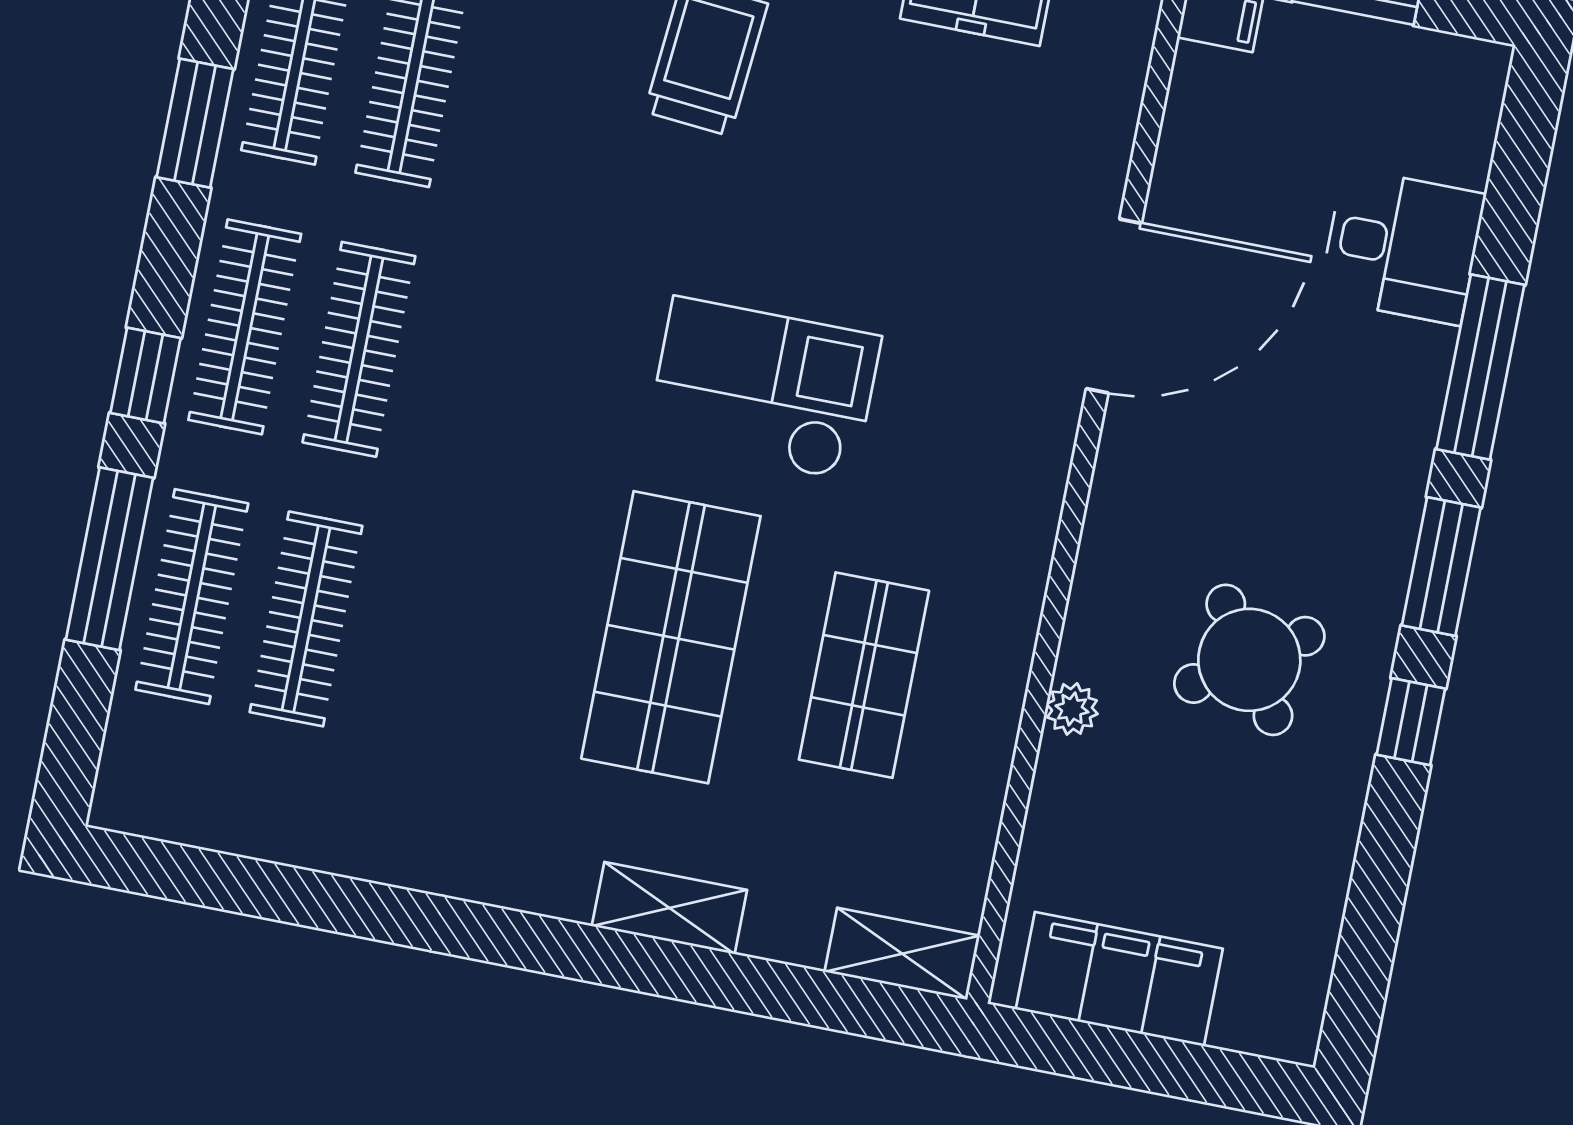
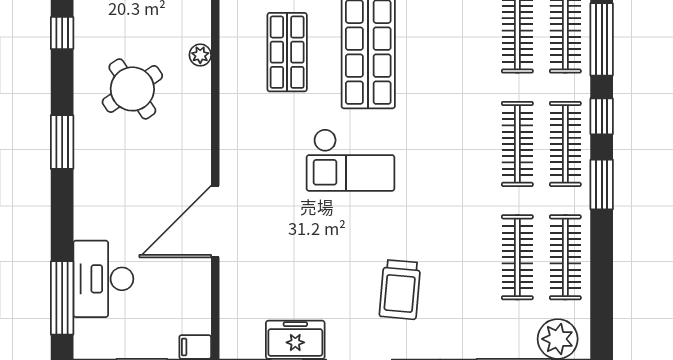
window: (195, 123) -> (602, 184), moved
desk: (1402, 246) -> (103, 279), width x1.37
window: (1480, 367) -> (62, 298), moved
window: (1411, 722) -> (62, 33), moved

